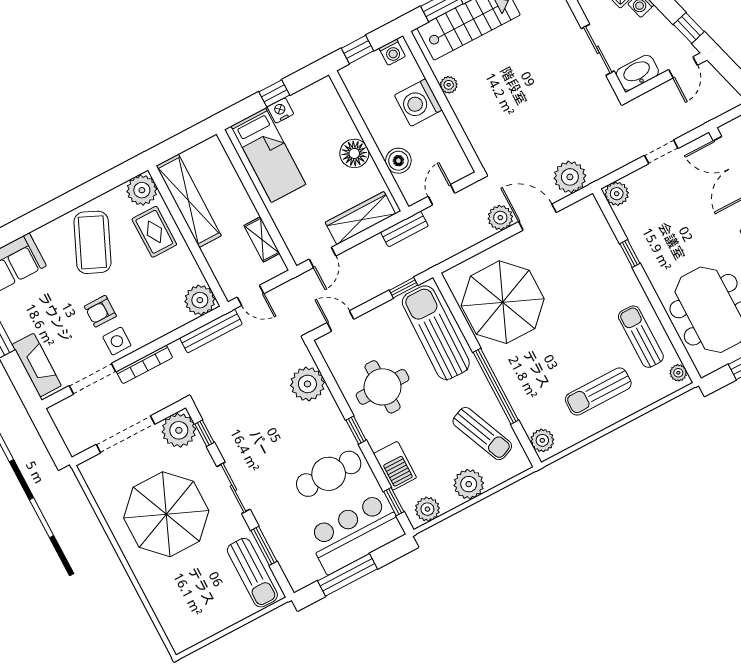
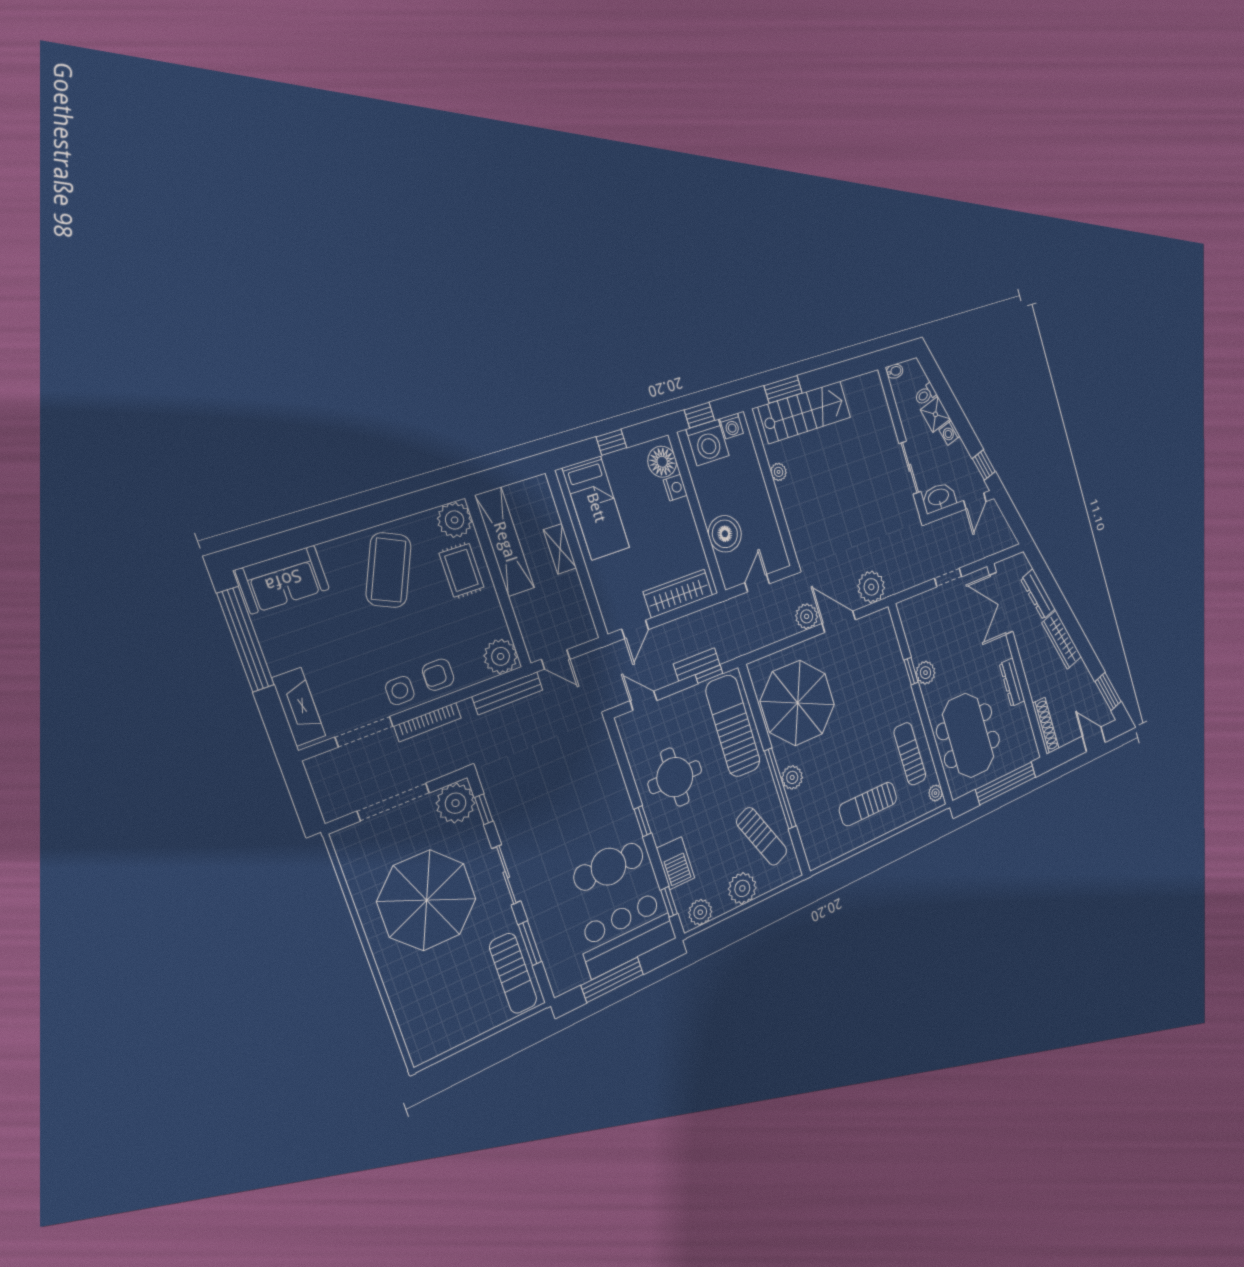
washing machine: (418, 103) -> (708, 442), moved, turned -90
nightstand: (280, 111) -> (675, 488), moved, turned 90
floor lamp: (354, 153) -> (662, 462), moved
boiler: (398, 161) -> (725, 534), width x1.37, depth x1.37
plant: (617, 194) -> (926, 673), moved
bench: (404, 229) -> (697, 664), moved
shelving: (262, 239) -> (560, 549), moved
armchair: (100, 311) -> (438, 675), moved
plant: (307, 384) -> (601, 765), removed
plant: (542, 440) -> (792, 777), moved

